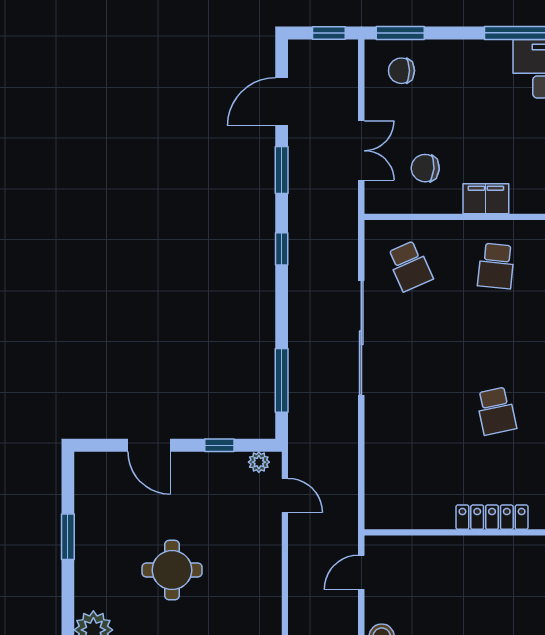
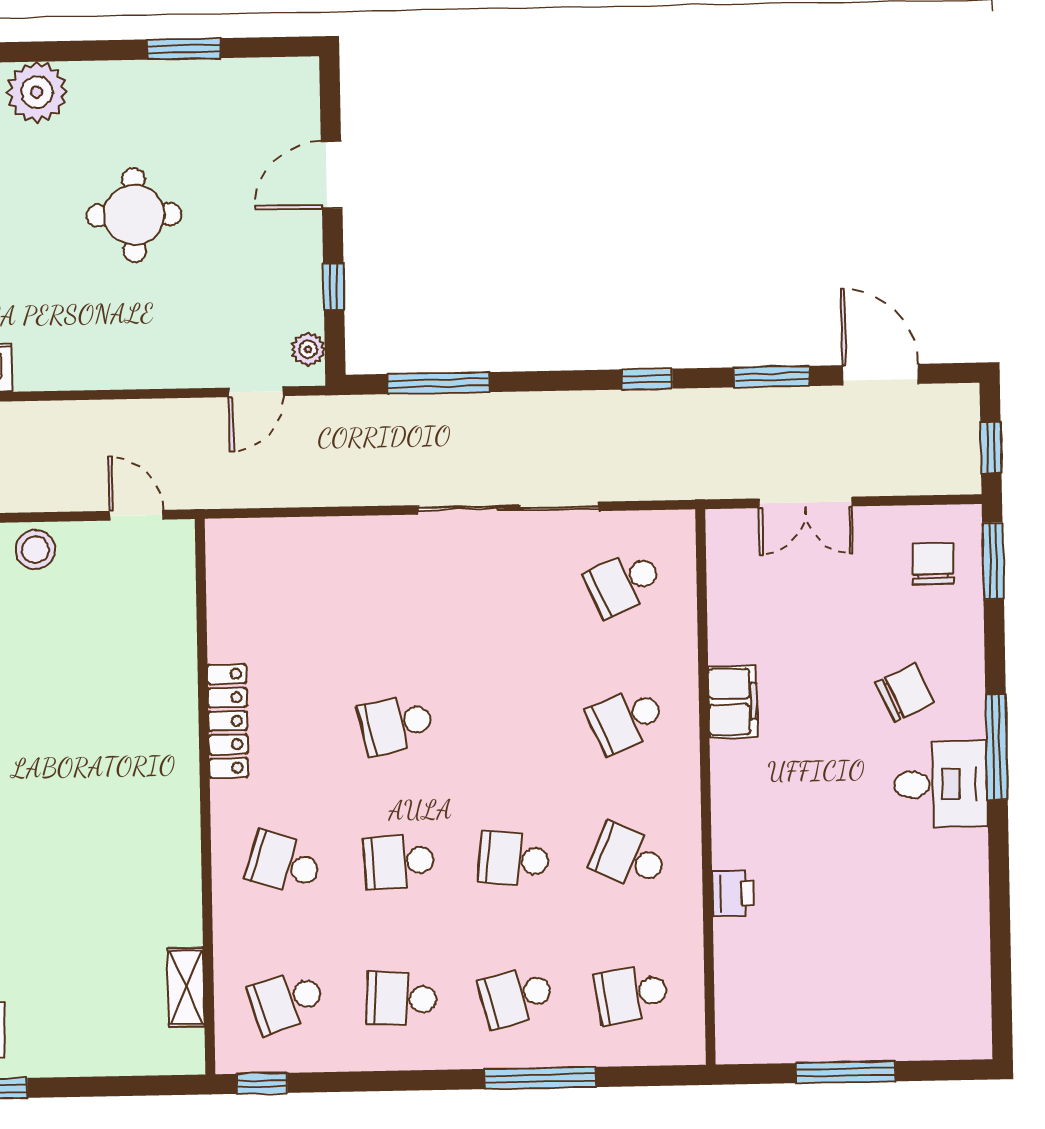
chair: (425, 168) -> (905, 693), moved, turned 61
school desk: (496, 266) -> (626, 720), turned -30

